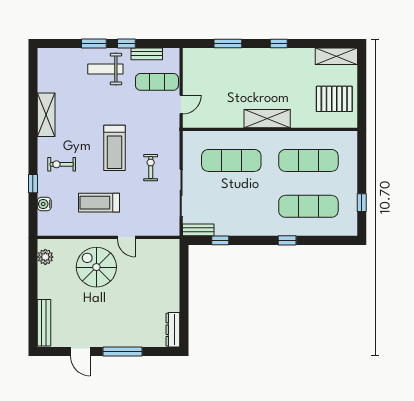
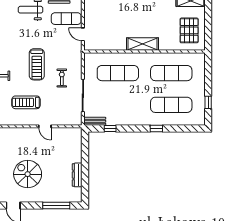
pallet: (334, 99) -> (189, 30), turned 90
door: (181, 105) -> (83, 34), swing flipped
spiral stairs: (96, 267) -> (28, 174), moved
dresser: (173, 330) -> (77, 175), moved
window: (122, 351) -> (56, 205), moved

